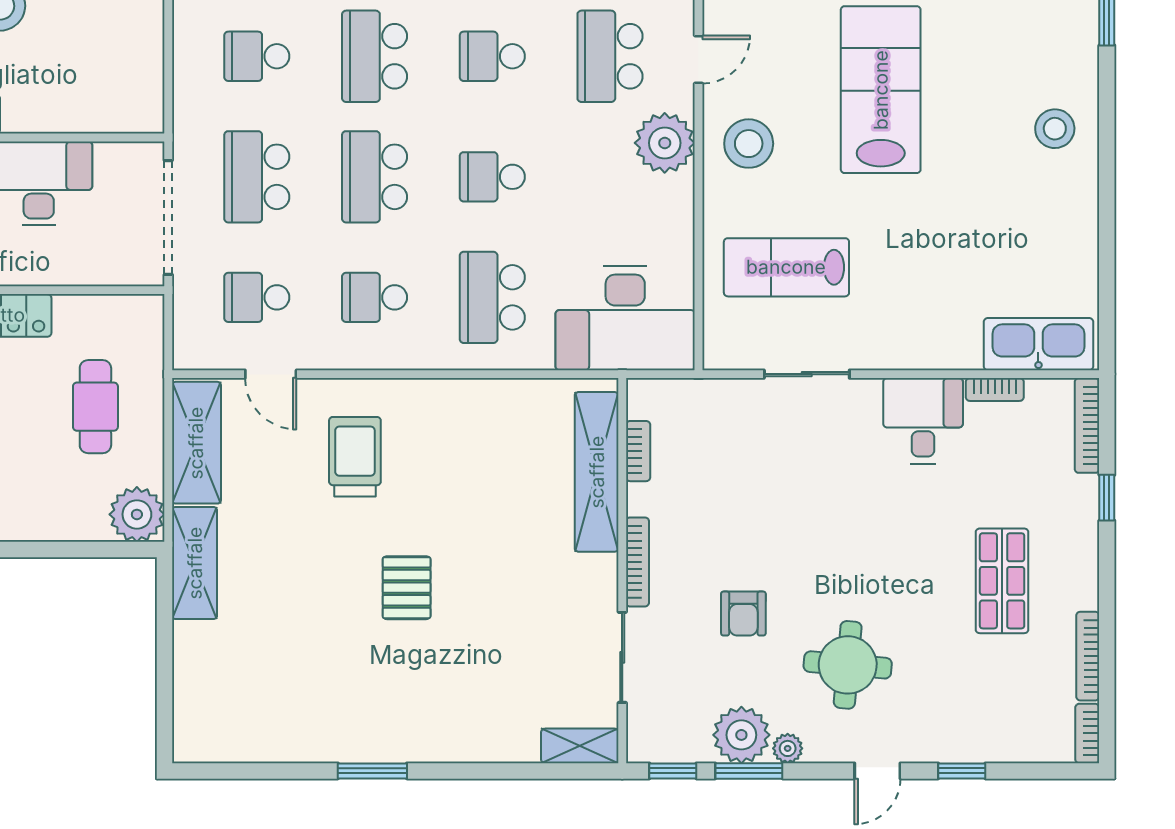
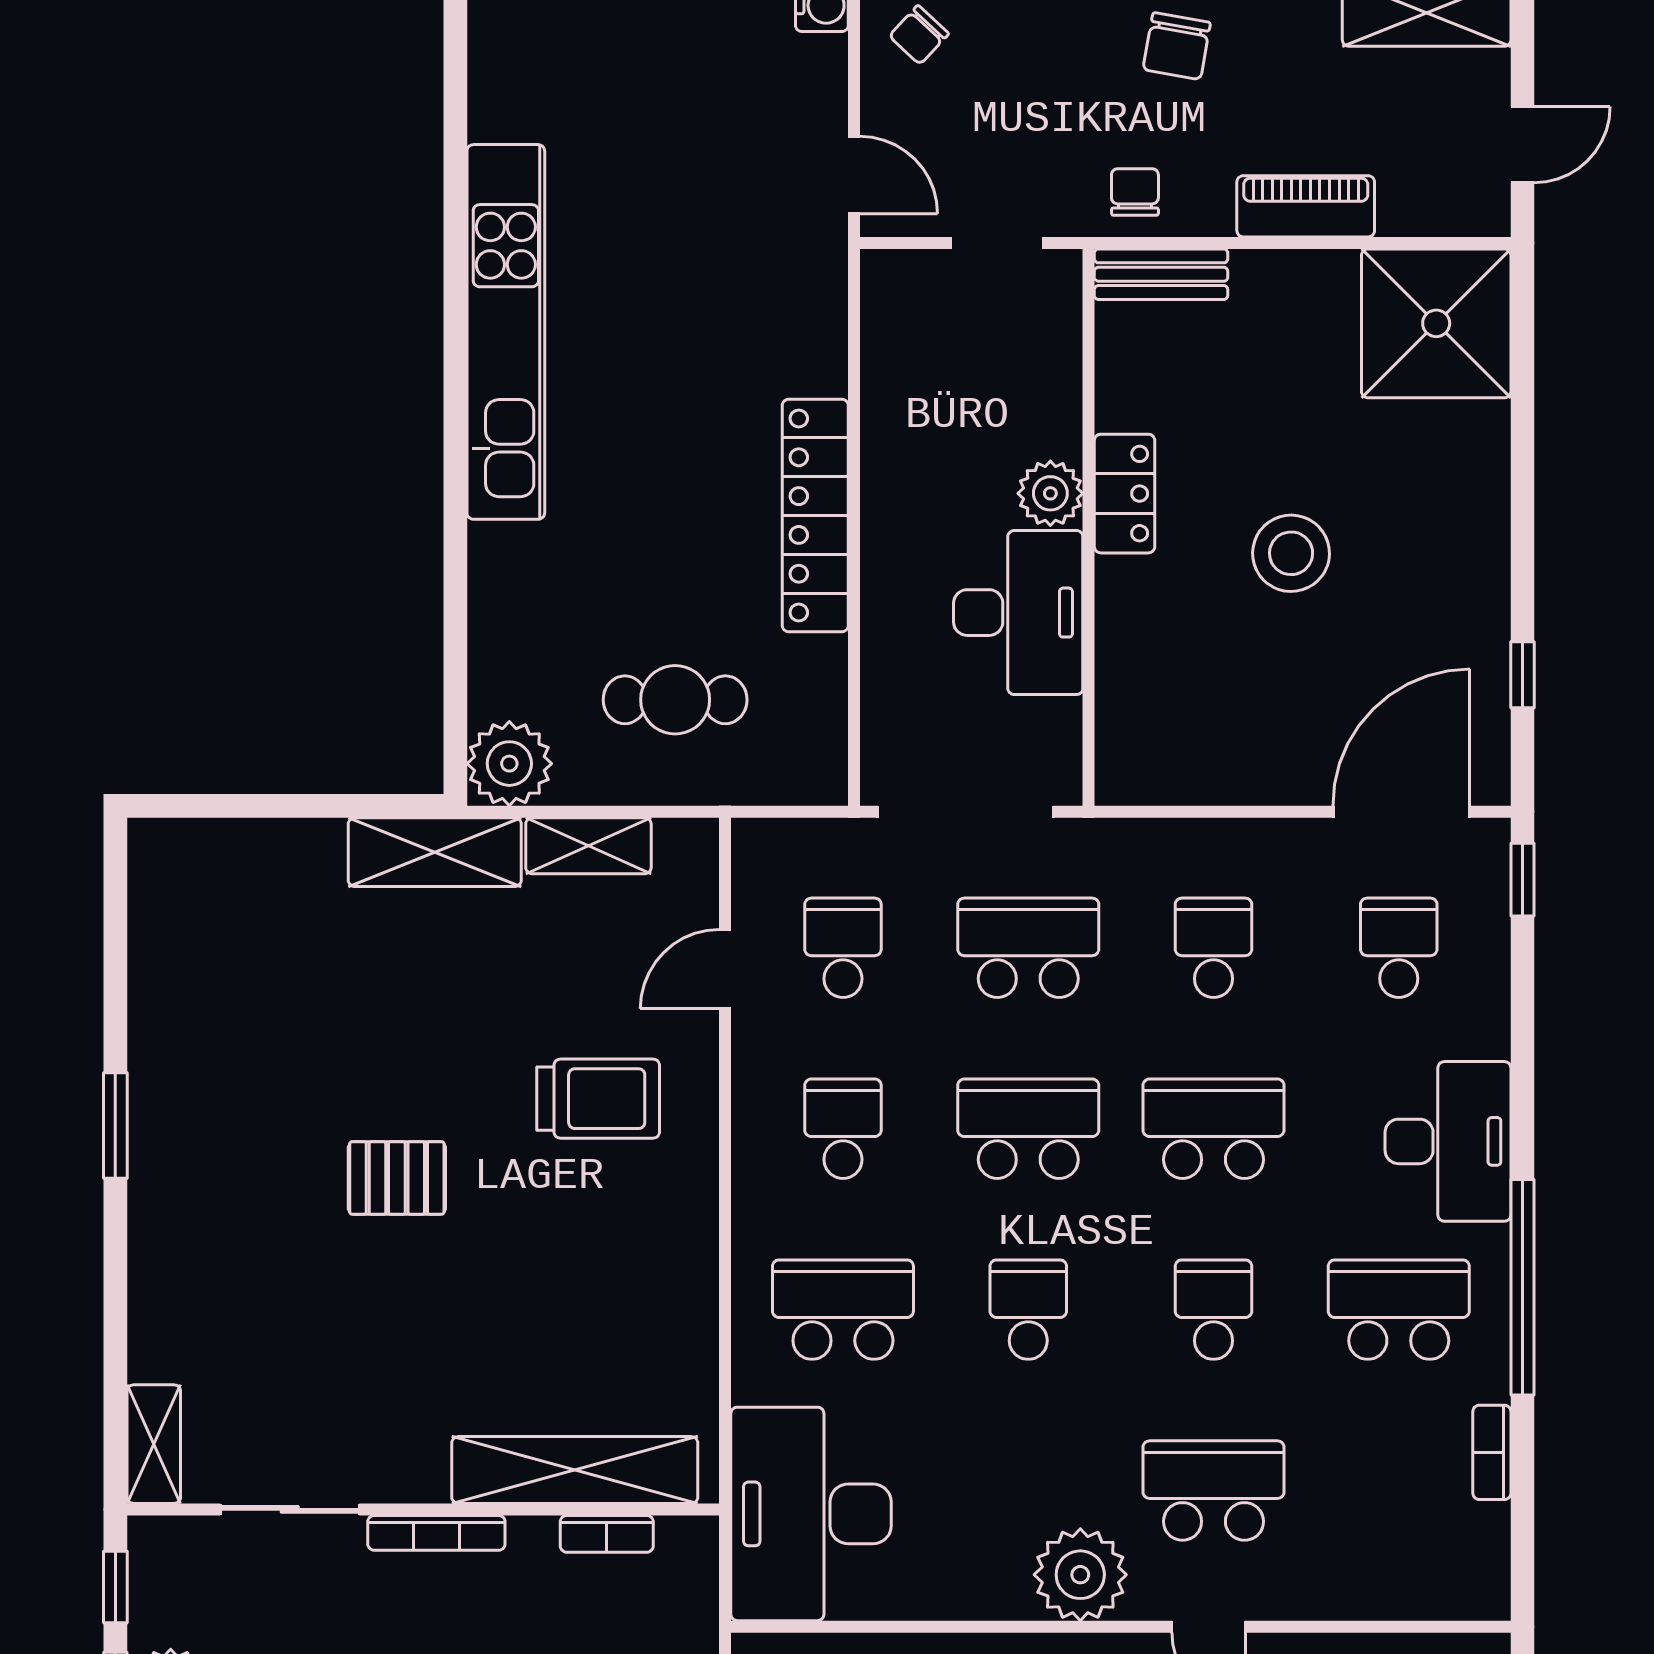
shelving: (196, 443) -> (588, 846), width x0.67, depth x0.75

